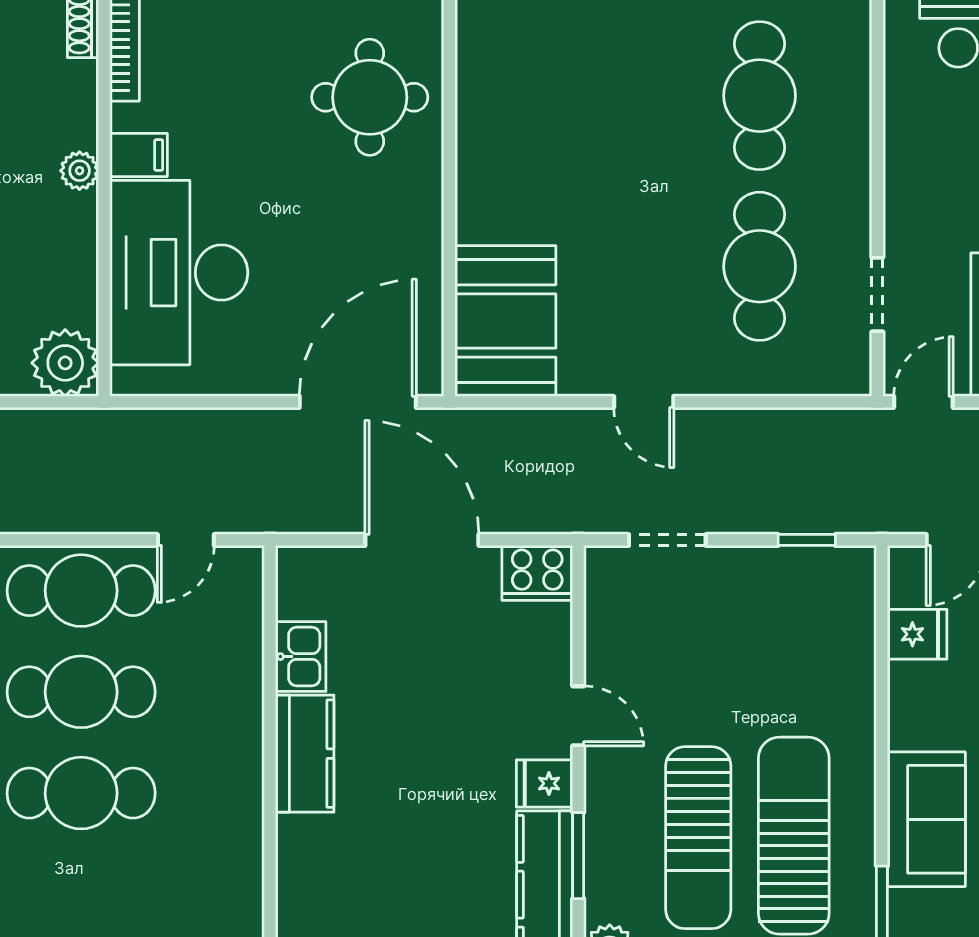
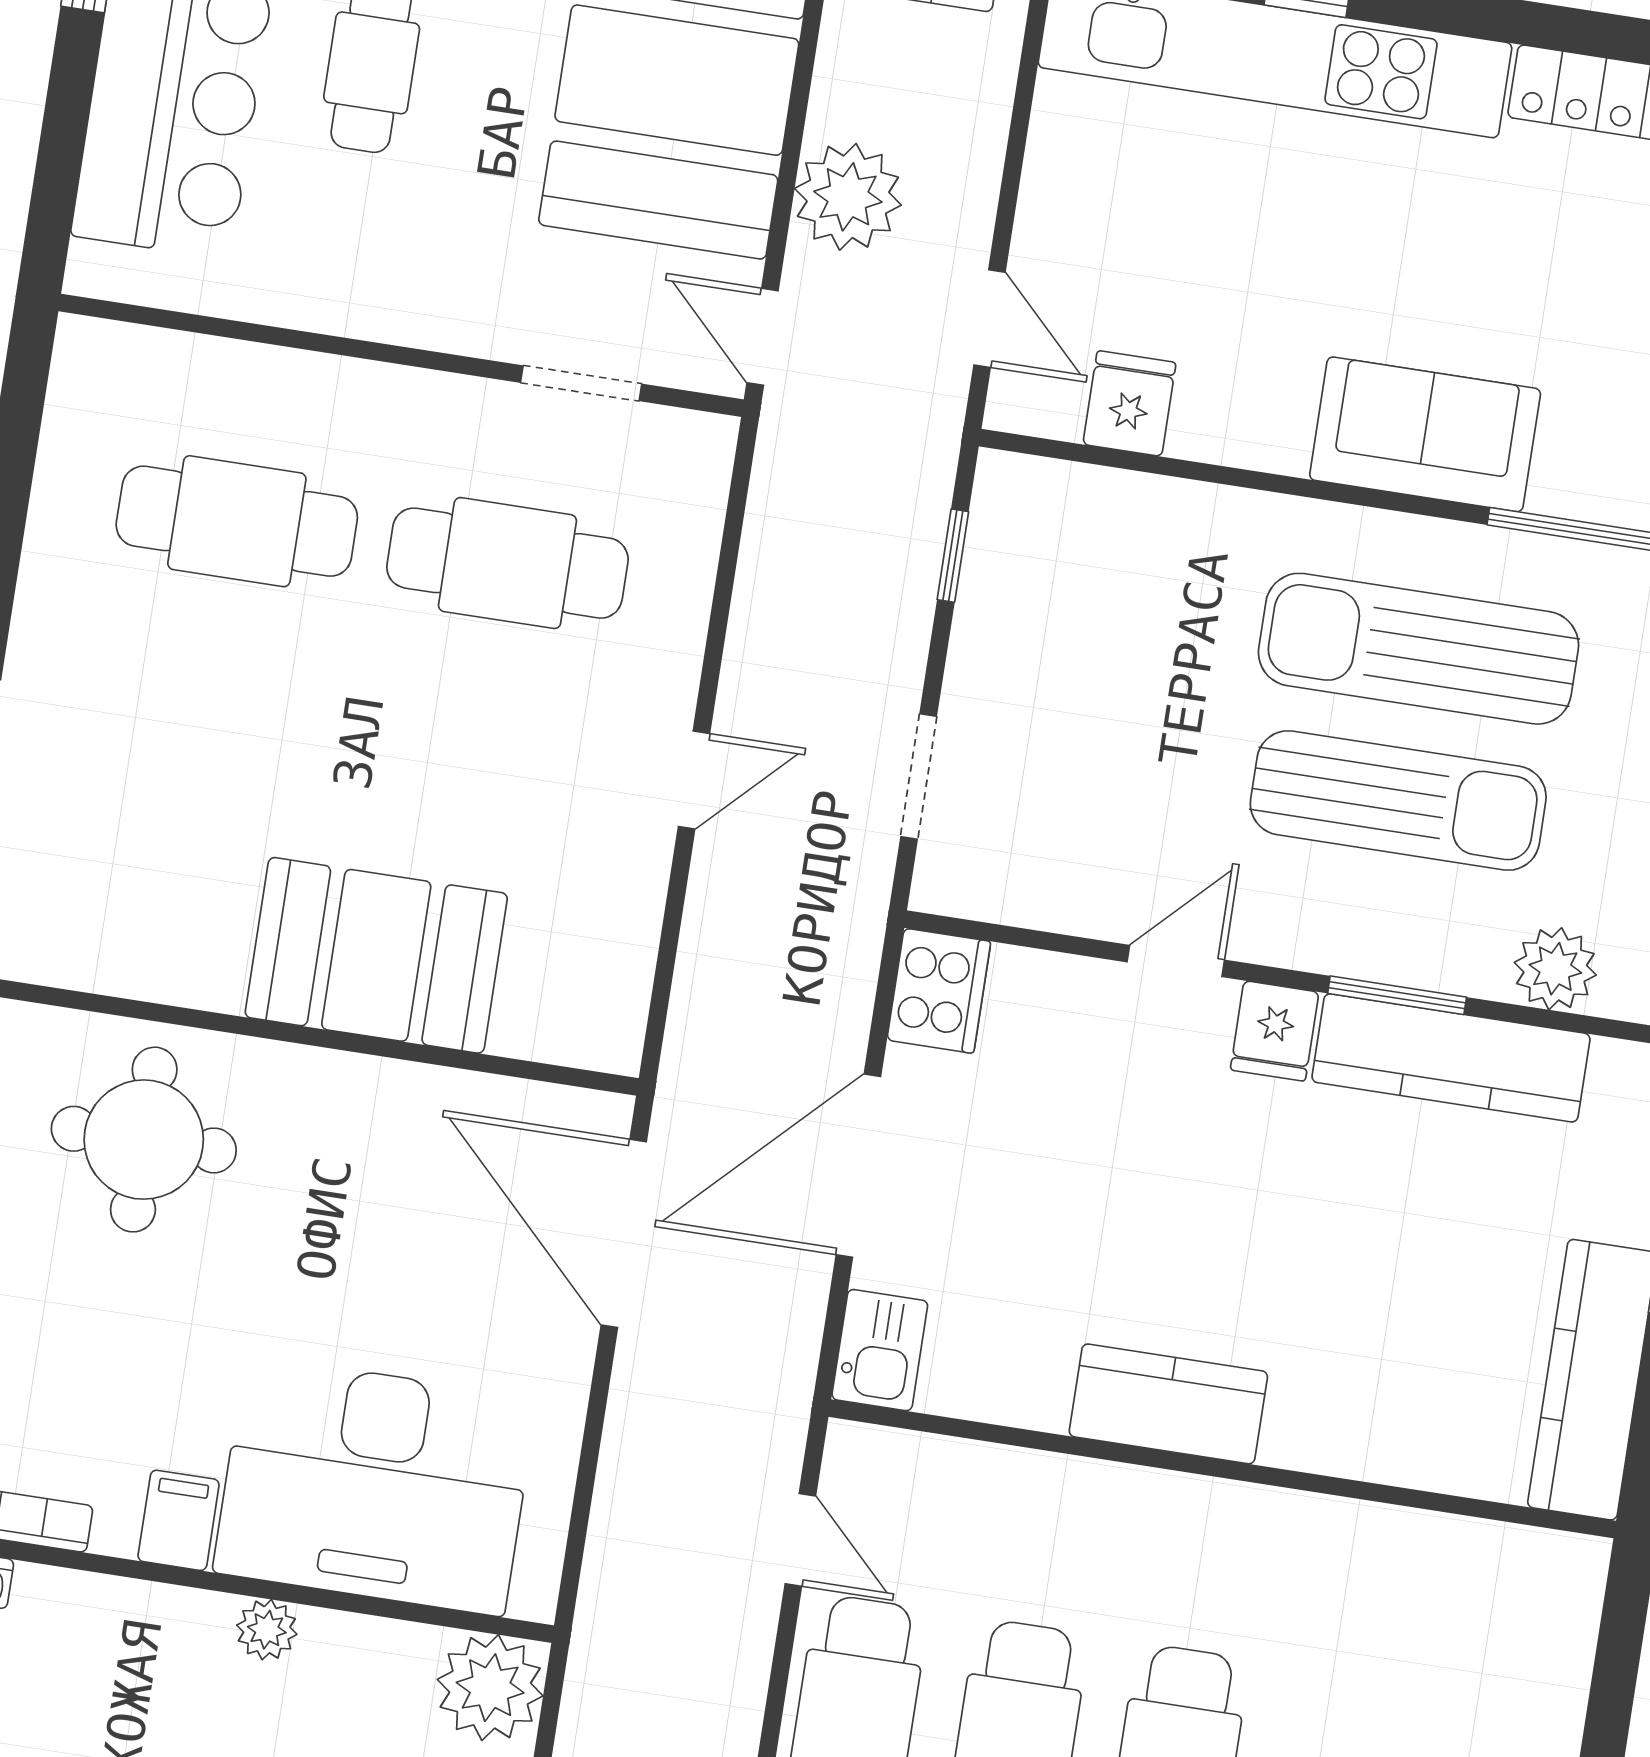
plant: (80, 171) -> (267, 1630), moved
booth: (505, 321) -> (376, 955), moved
kitchen sink: (301, 657) -> (880, 1350), moved, turned 90

